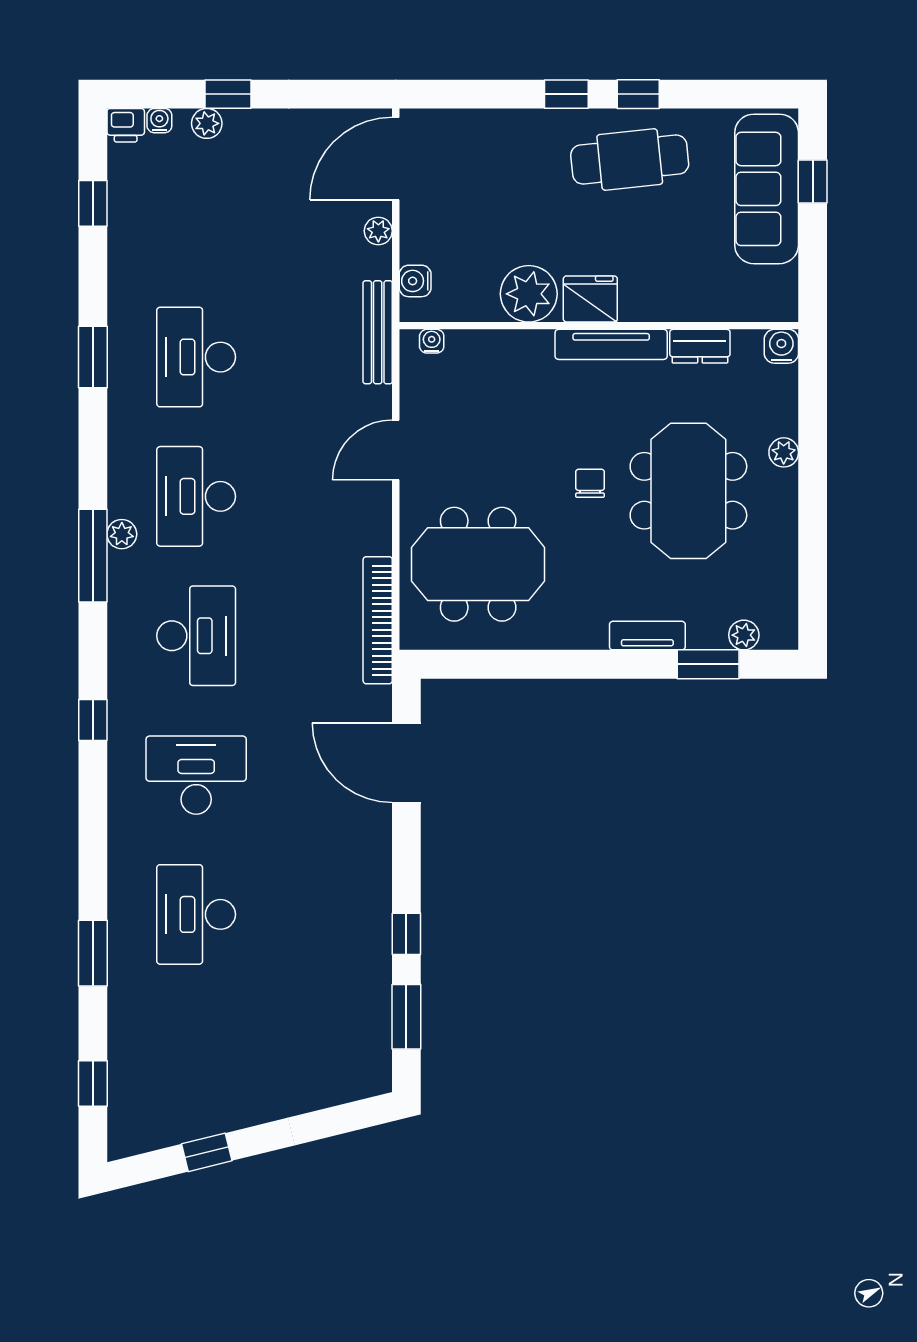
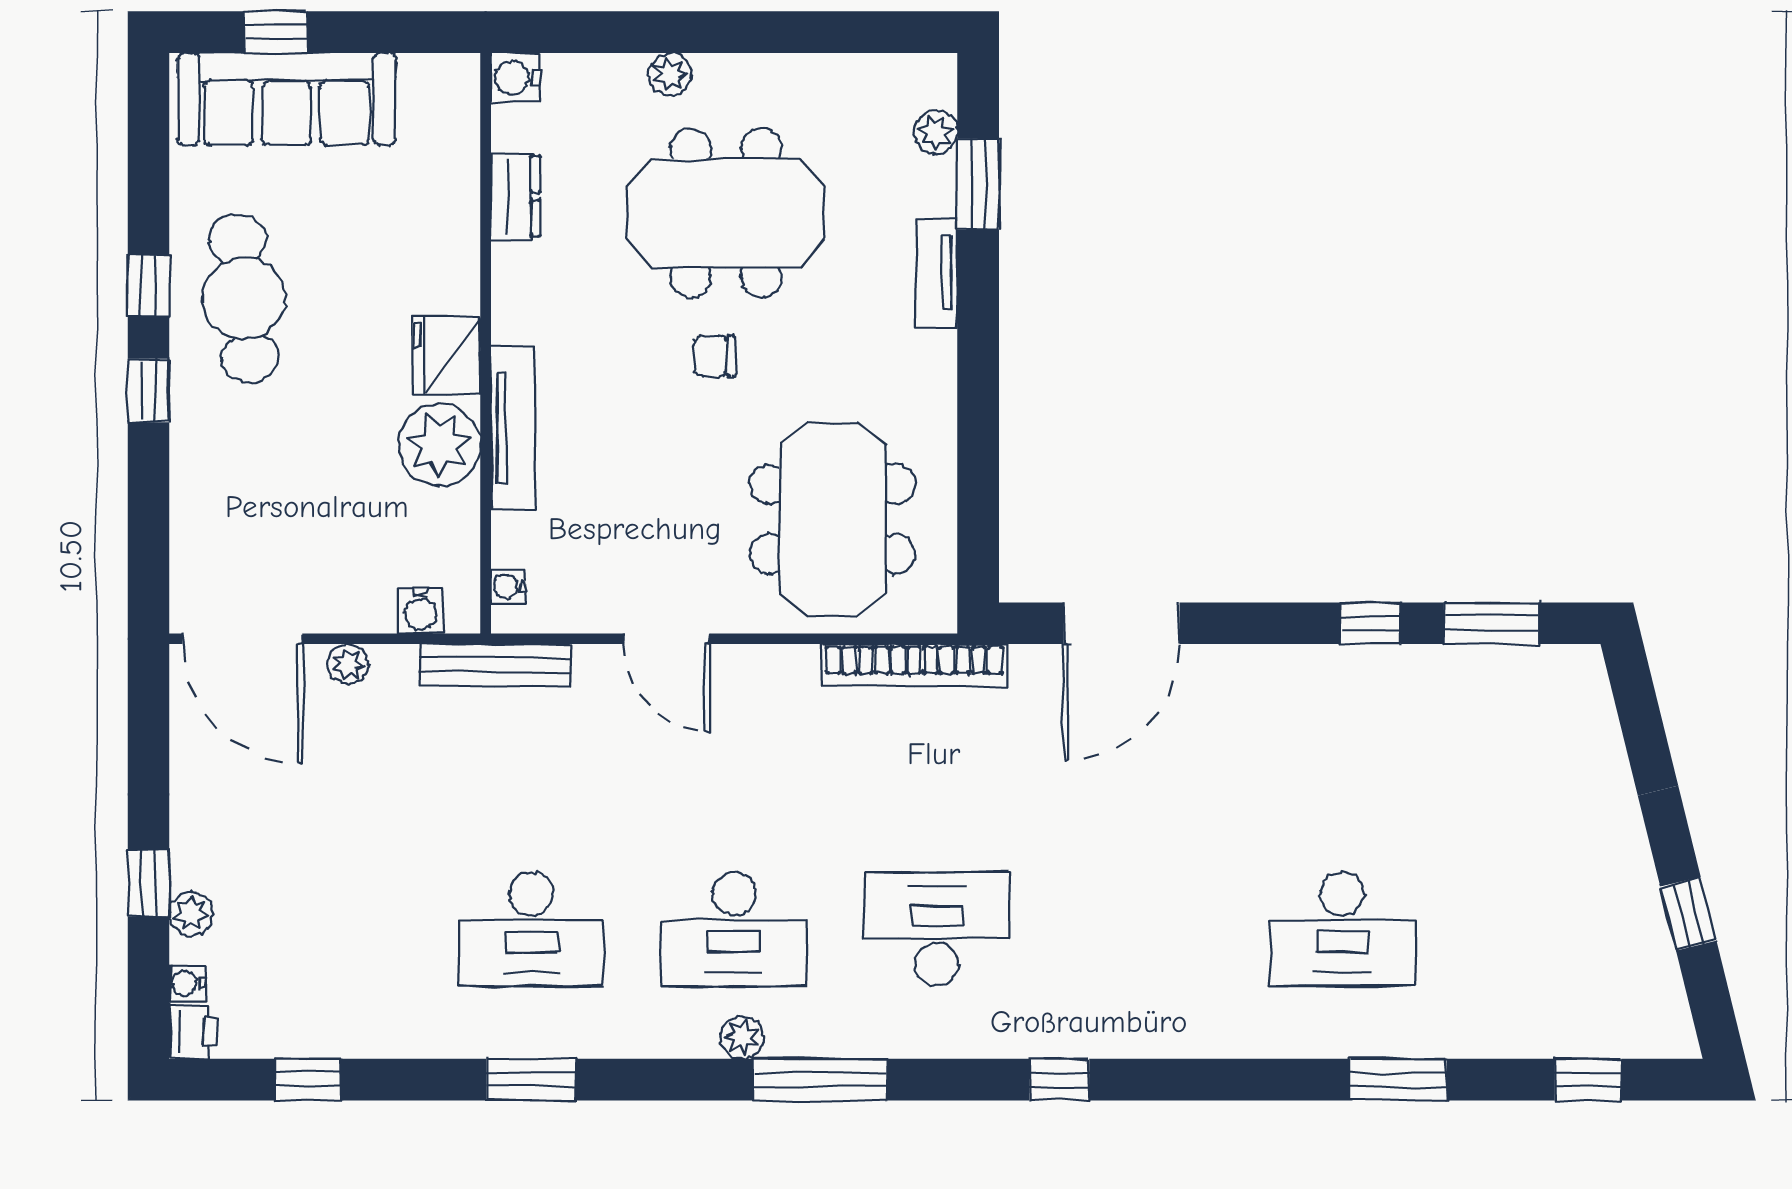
tv unit: (611, 344) -> (513, 428), moved
plant: (122, 534) -> (742, 1037), moved
desk: (196, 775) -> (1139, 929), removed

